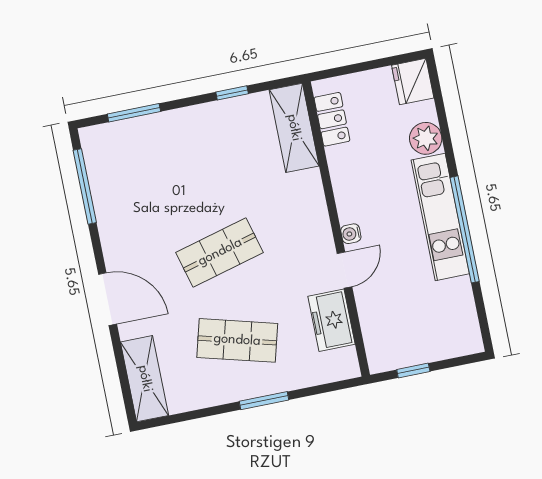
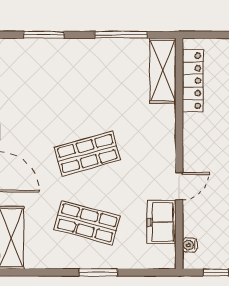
window: (232, 93) -> (121, 35), width x2.17
locker: (332, 119) -> (193, 81), width x1.53
water cooler: (351, 234) -> (189, 245), moved

